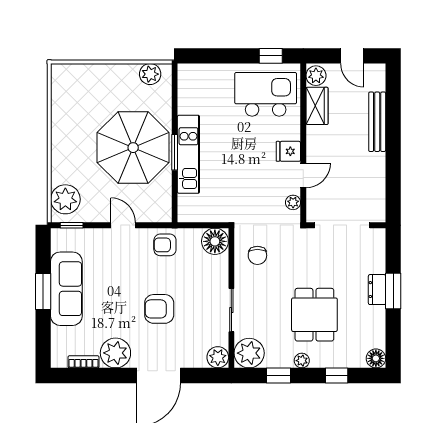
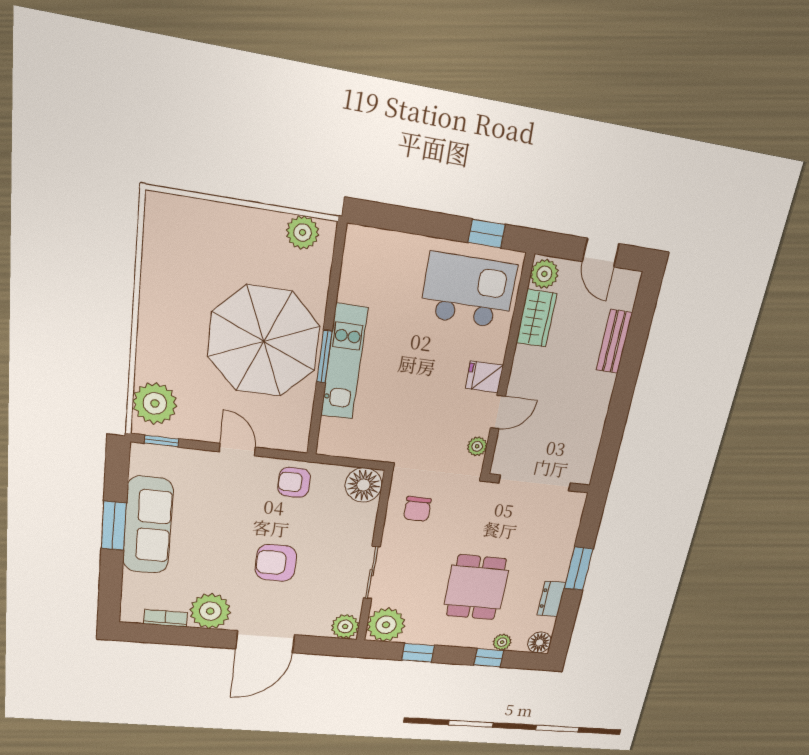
bench: (377, 122) -> (614, 341), width x0.73
dresser: (377, 290) -> (551, 599), moved
plant: (302, 361) -> (502, 642), moved

